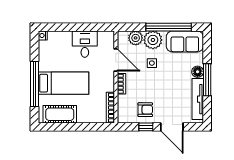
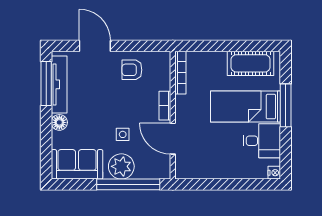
window: (169, 27) -> (128, 184), moved
plant: (136, 38) -> (145, 169), removed
desk: (85, 44) -> (262, 141), moved, turned -90
window: (207, 80) -> (46, 83), moved
window: (34, 84) -> (286, 105), width x0.68
window: (146, 127) -> (131, 46), removed

